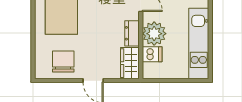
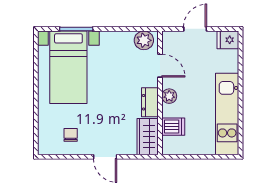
plant: (154, 34) -> (169, 96), width x0.53, depth x0.53
chair: (63, 62) -> (71, 135), width x0.54, depth x0.54

